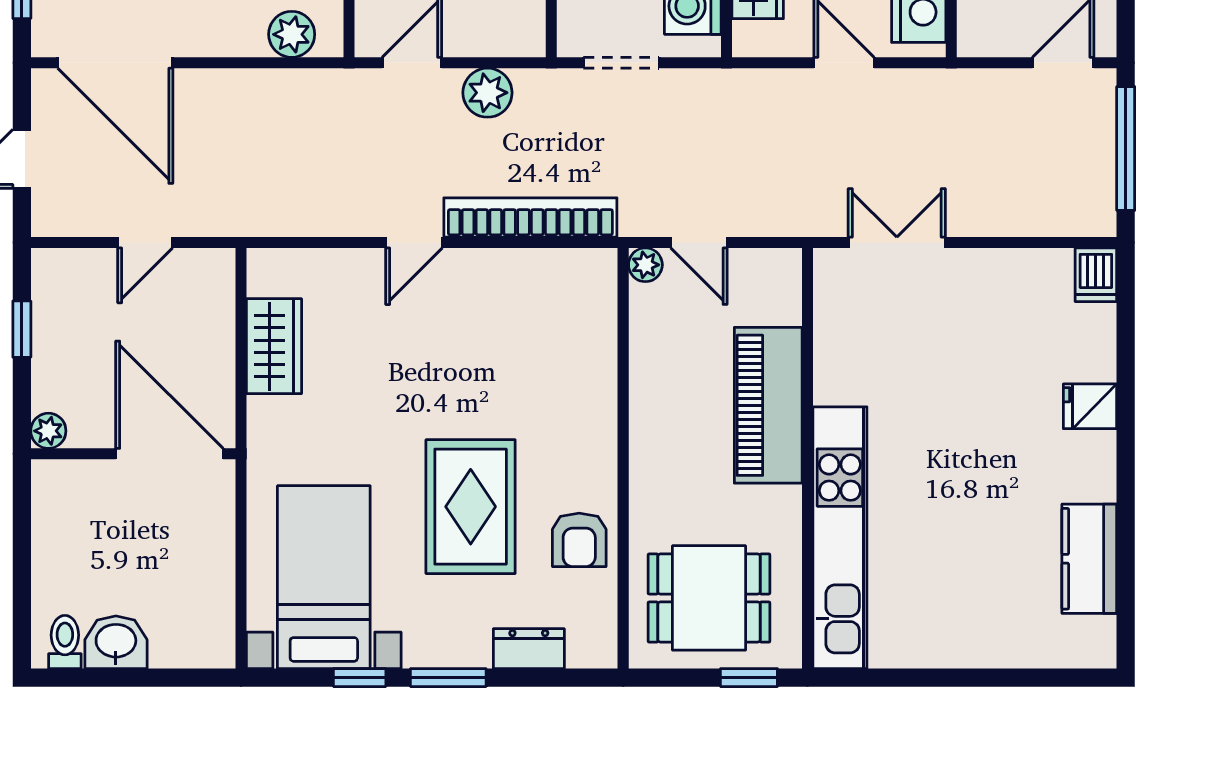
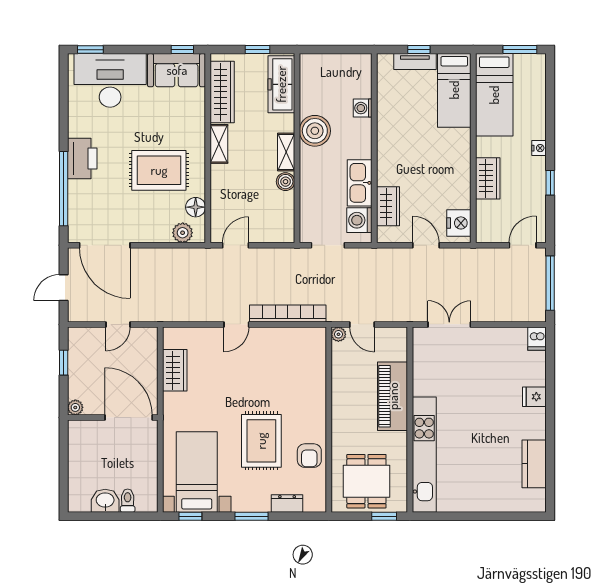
plant: (487, 93) -> (269, 258), removed
dining table: (709, 598) -> (366, 481), turned 90
toilet: (65, 642) -> (128, 501), moved
window: (360, 678) -> (190, 516), moved

